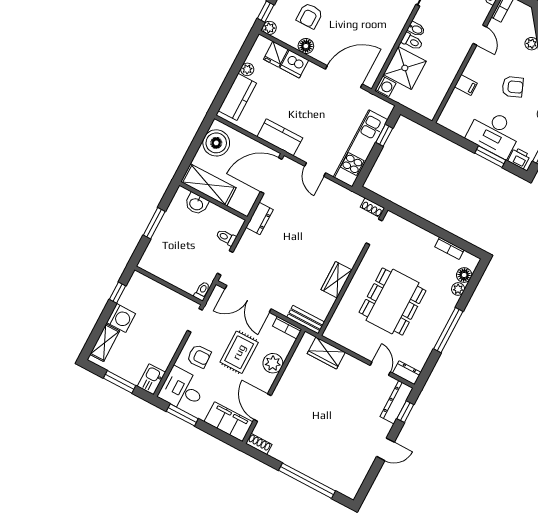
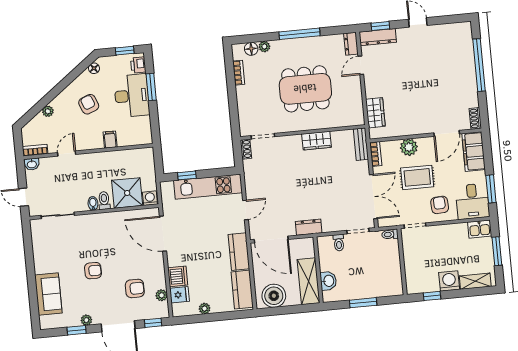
plant: (269, 28) -> (162, 295), moved
floor lamp: (306, 46) -> (159, 277), removed
kitchen counter: (237, 97) -> (242, 290), moved, turned -90

